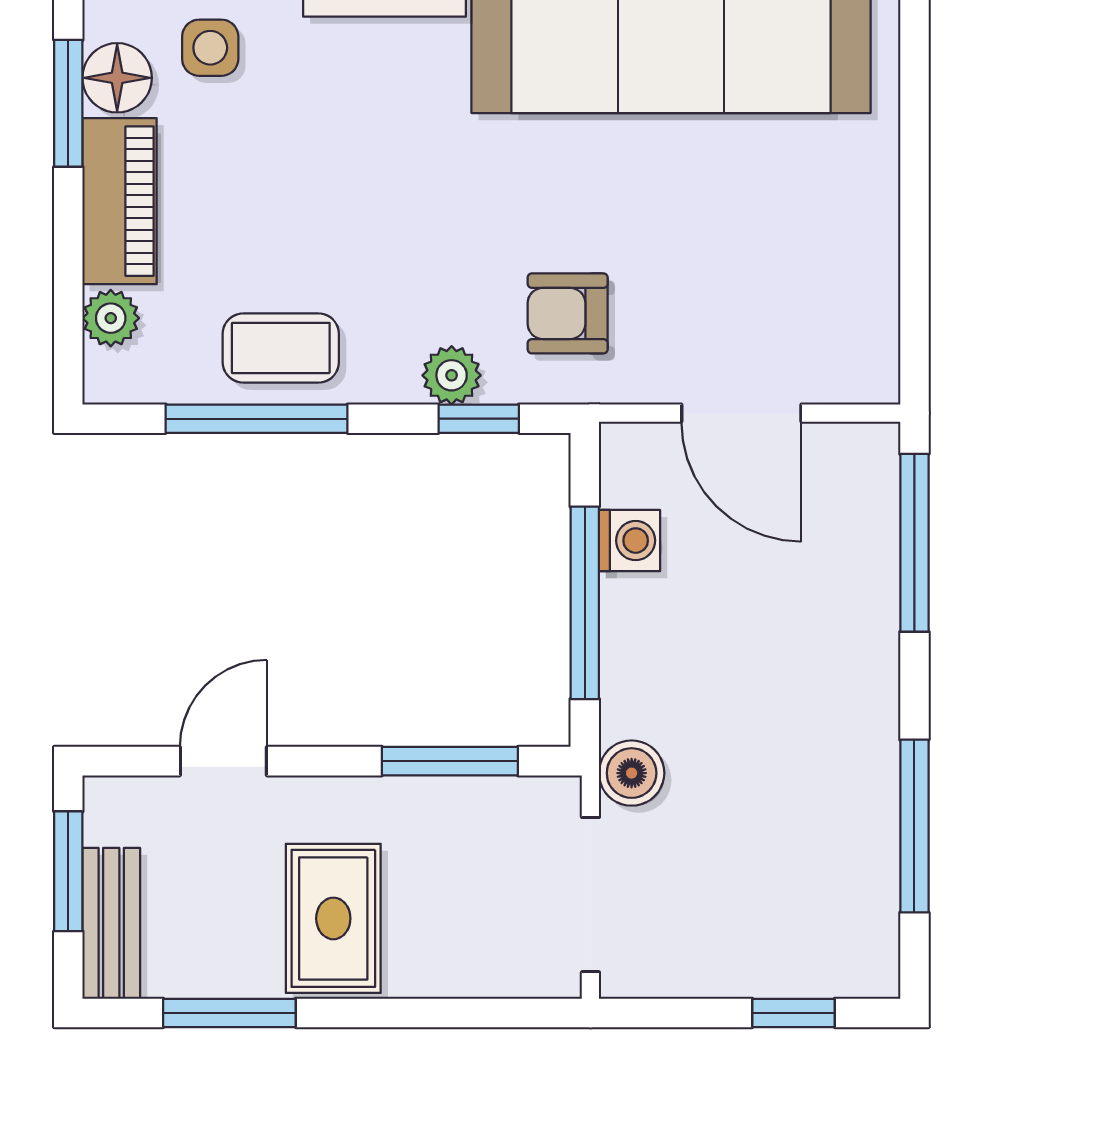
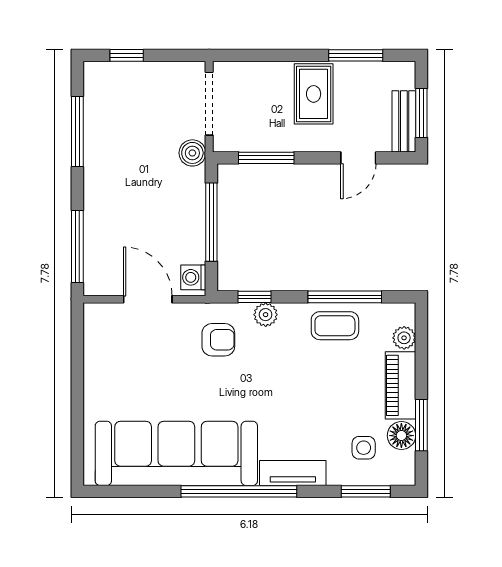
washing machine: (630, 541) -> (193, 277), moved
bench: (111, 923) -> (404, 121), moved

